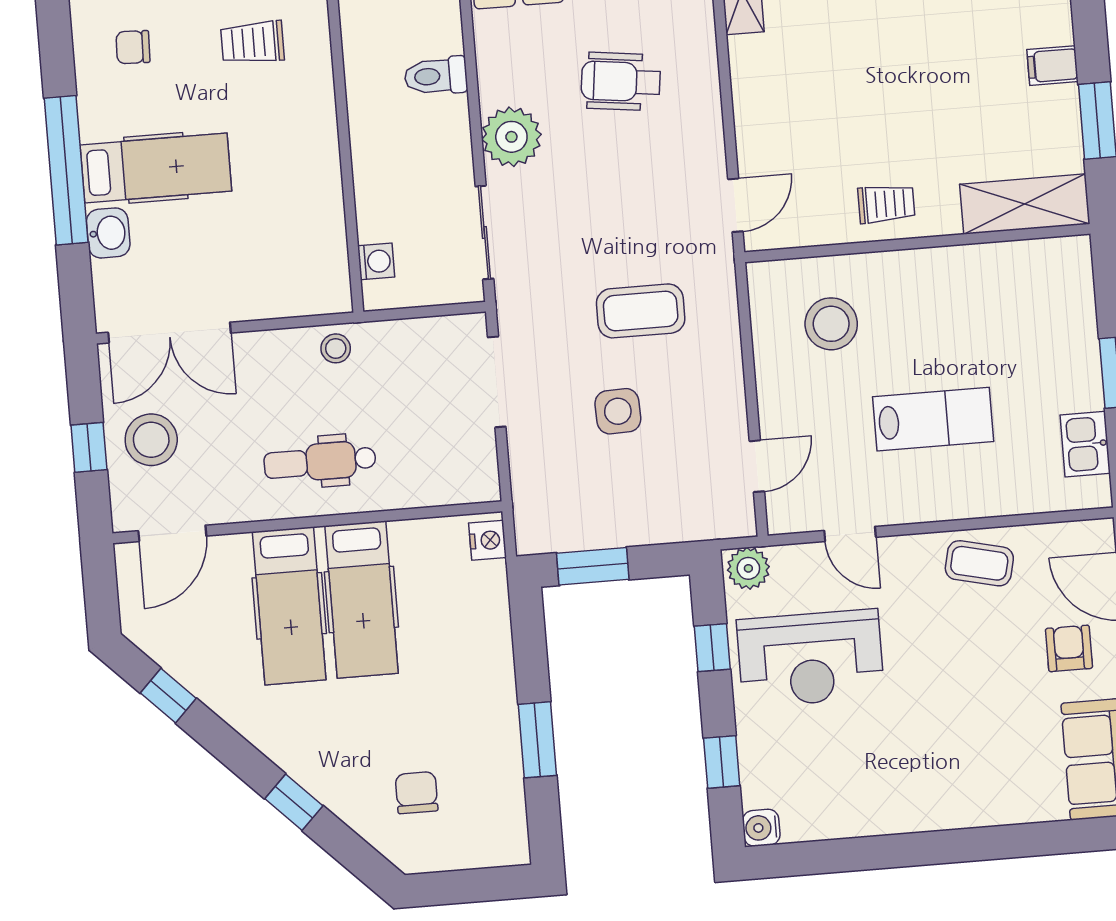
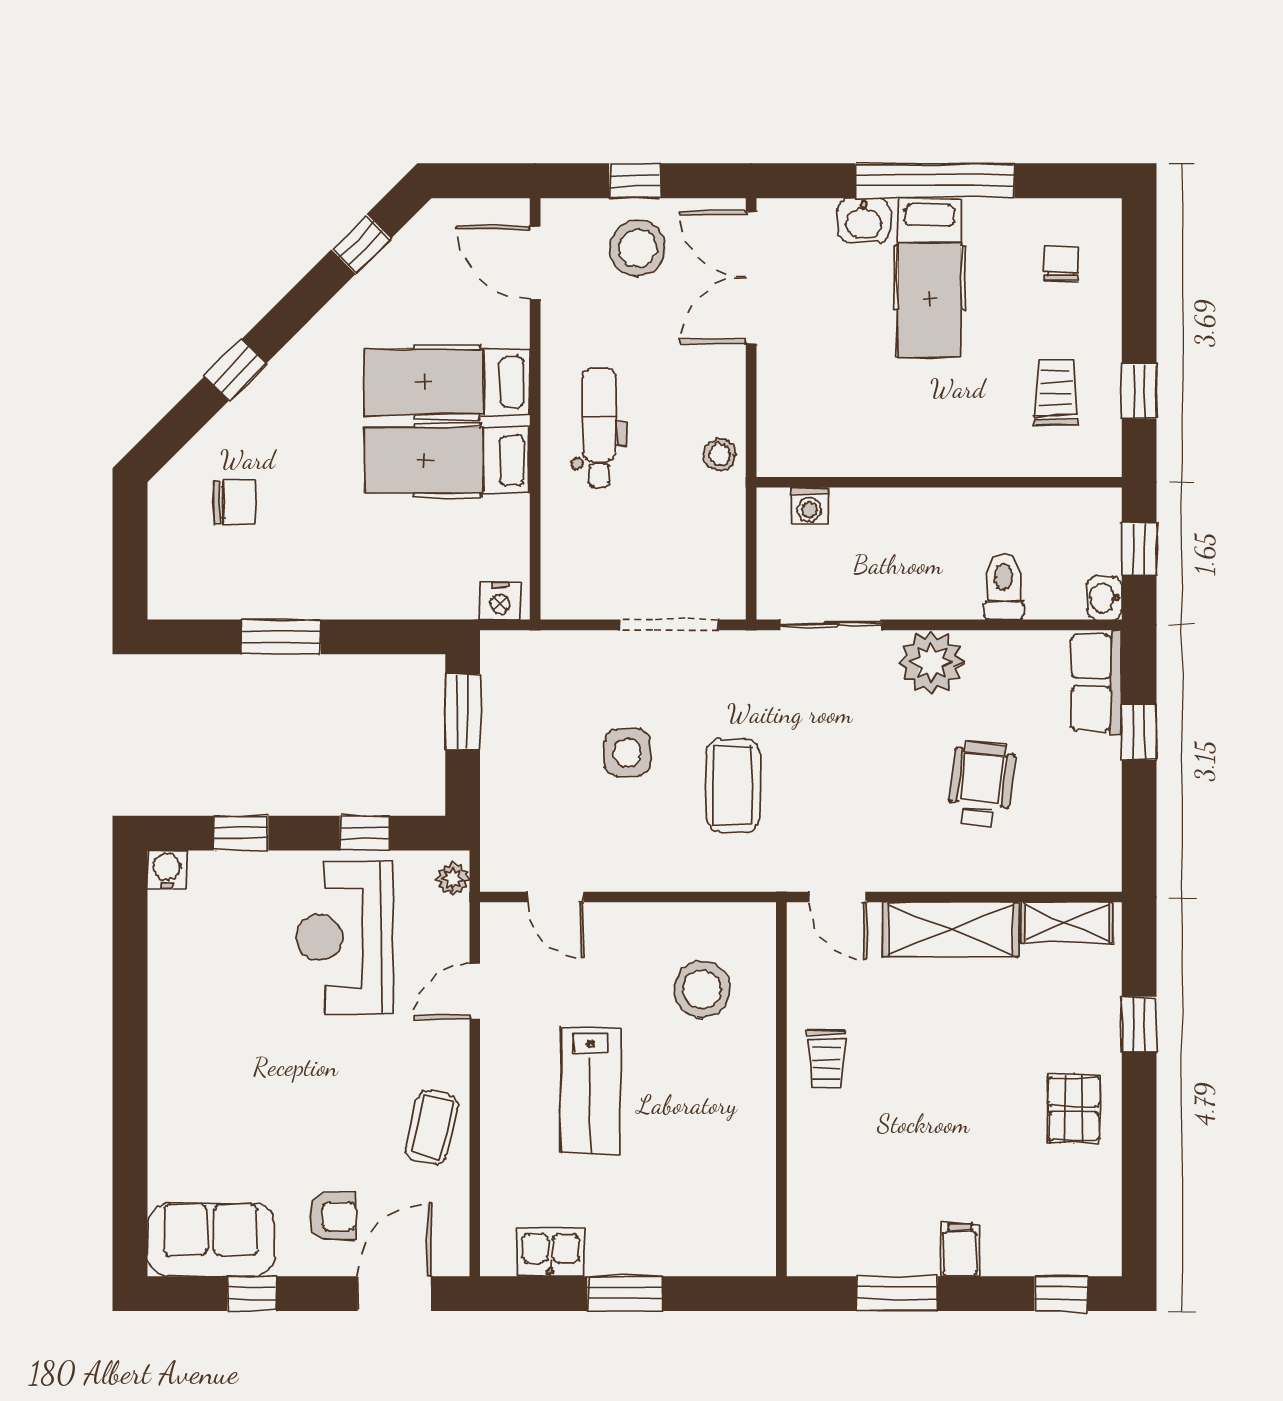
shelving: (1025, 204) -> (950, 929), moved, turned 90
plant: (748, 568) -> (453, 879), width x0.73, depth x0.73

